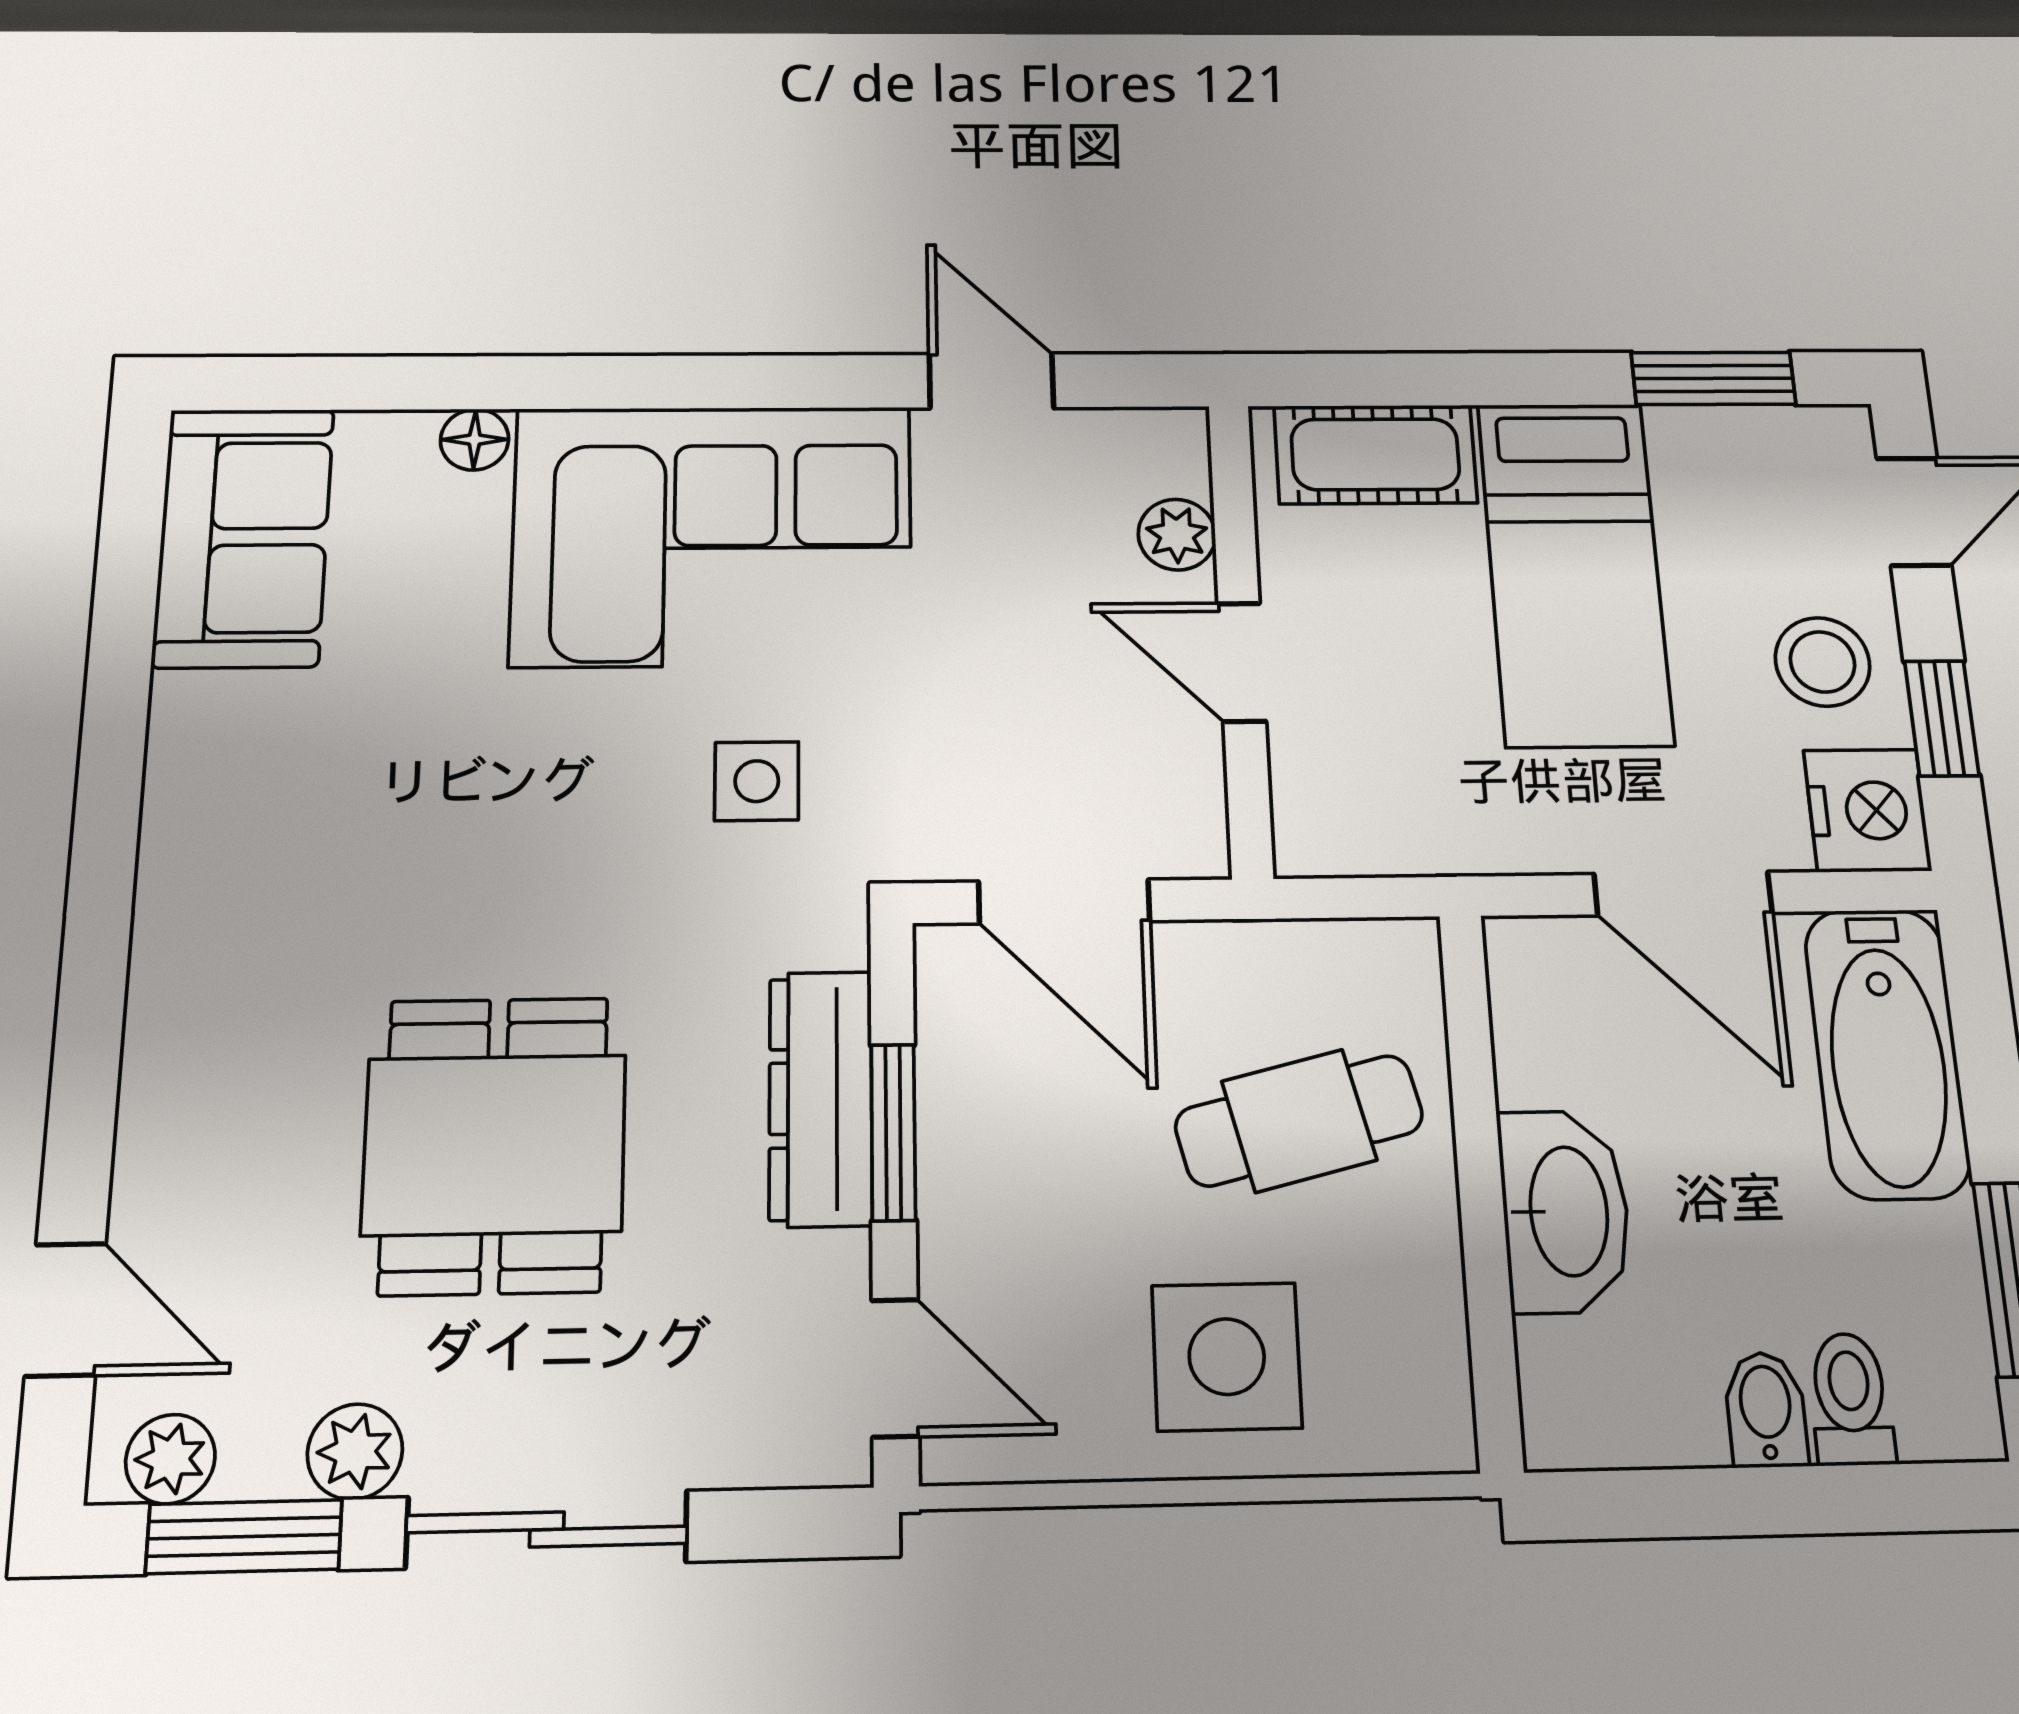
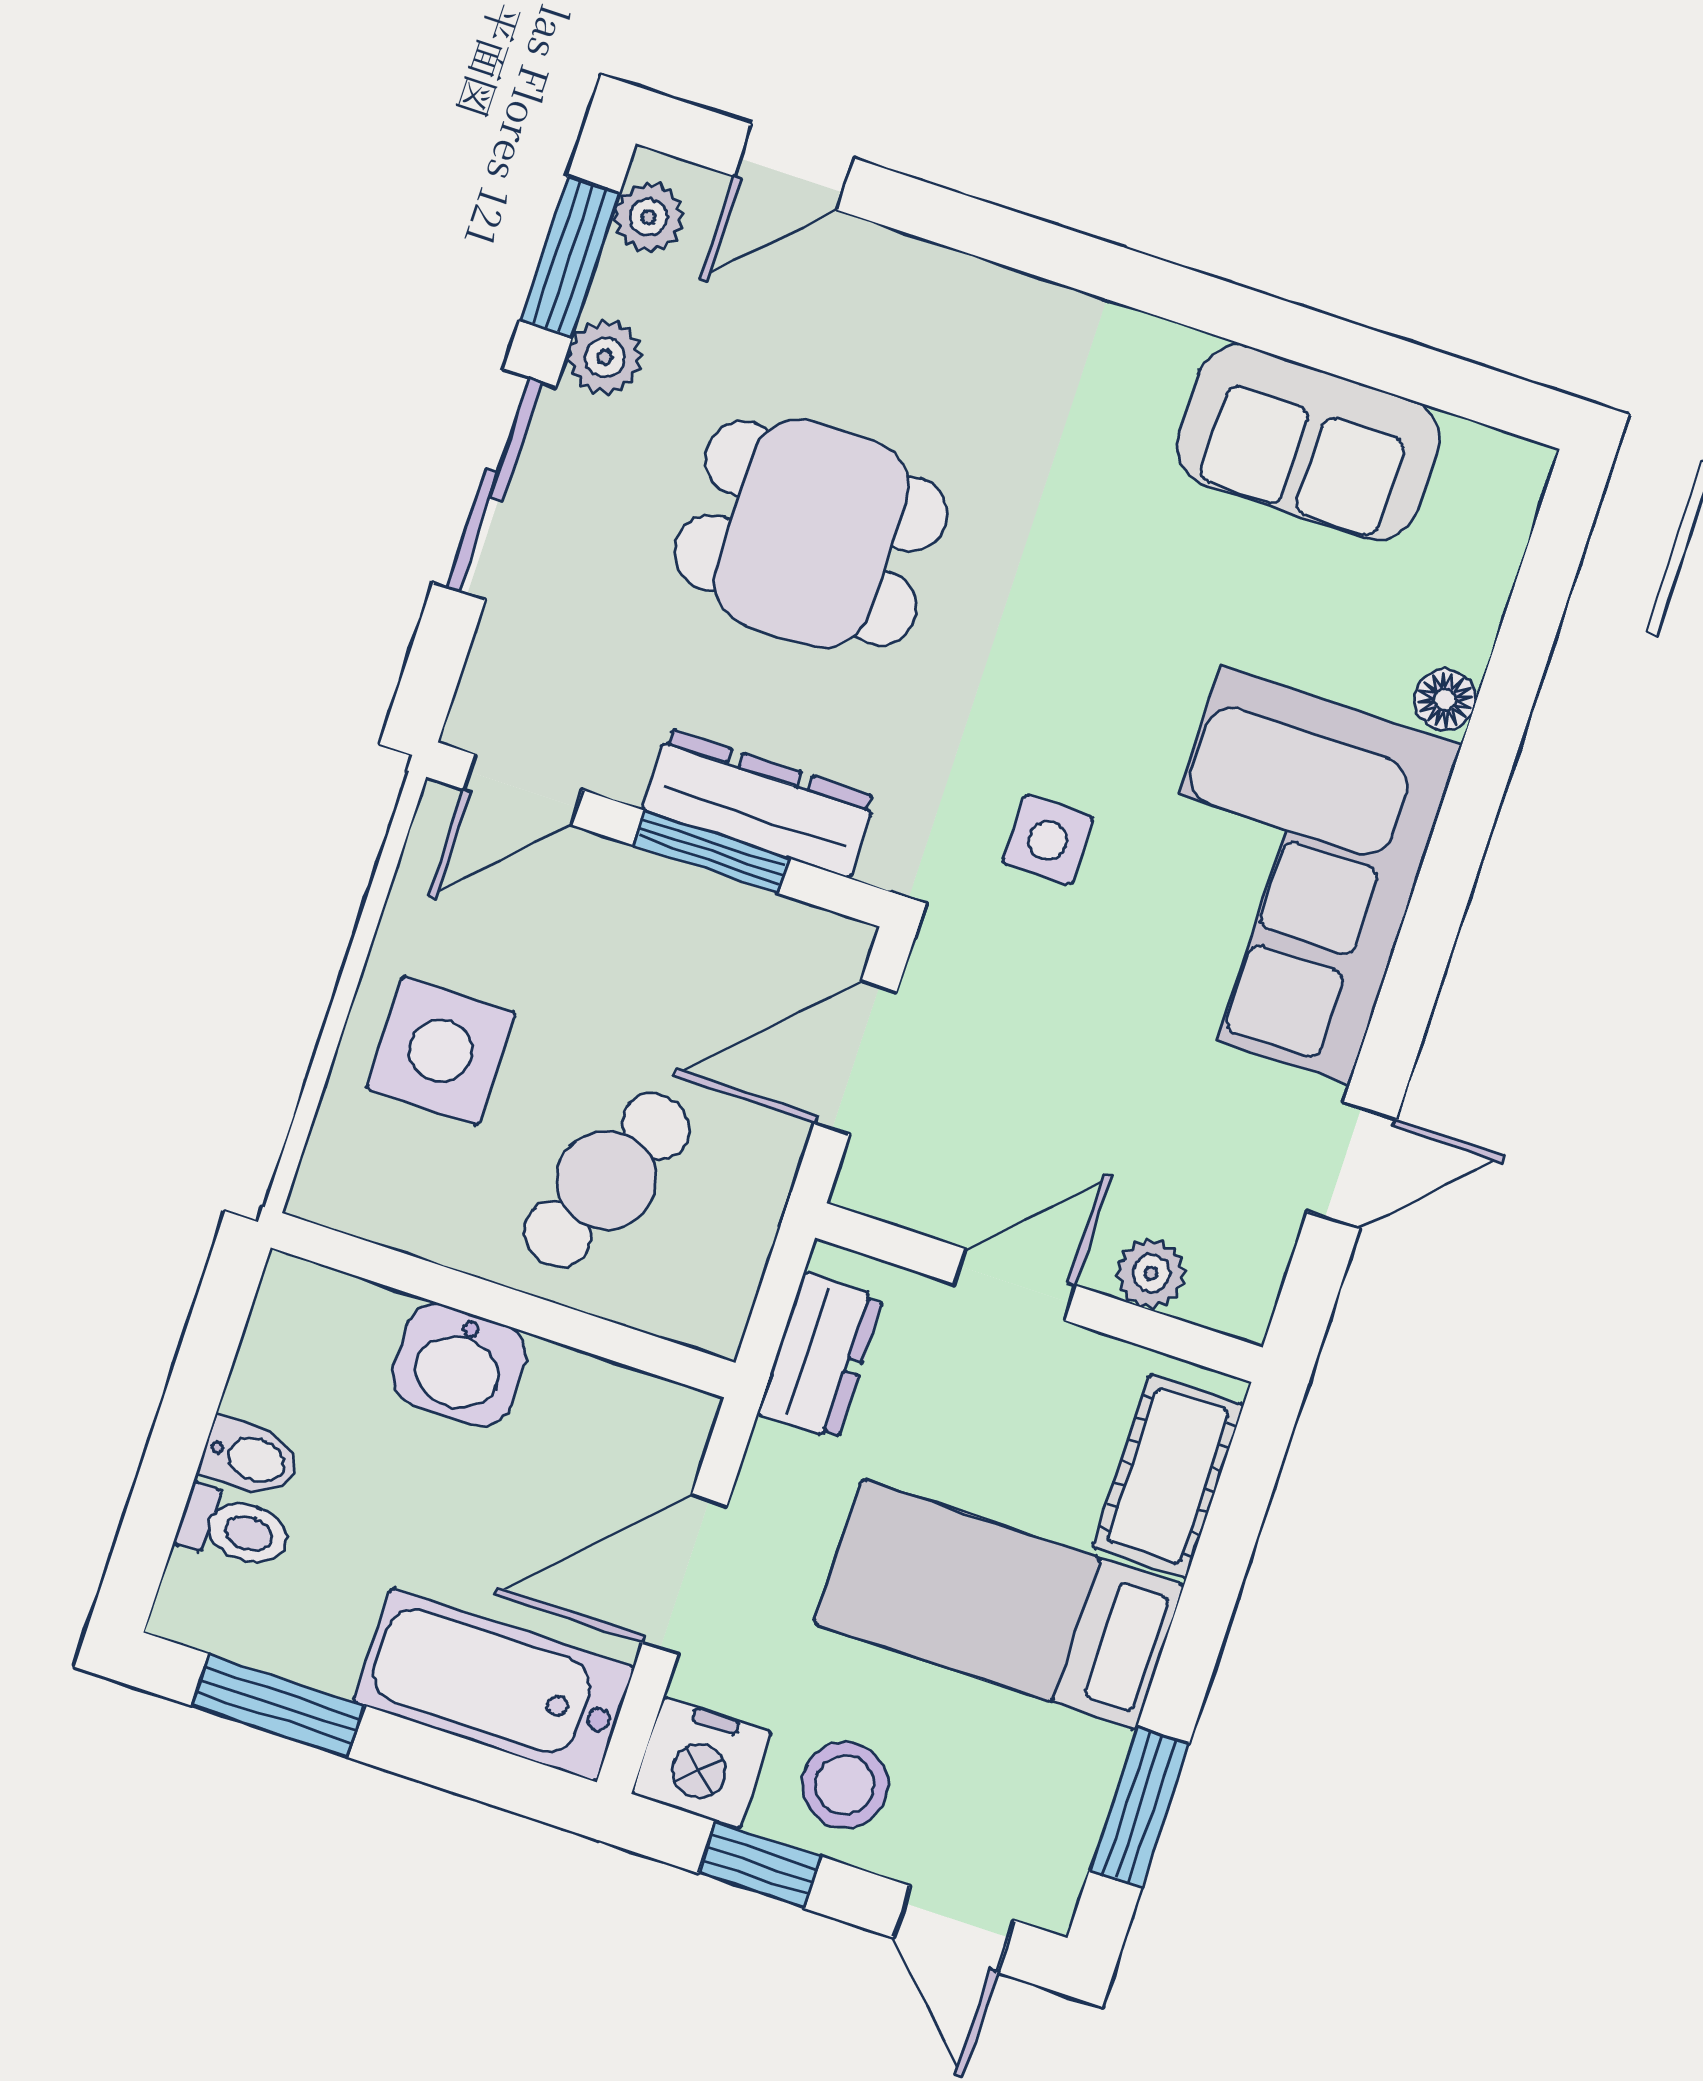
sofa: (244, 537) -> (1308, 442), moved
dresser: (1396, 832) -> (821, 1356), added
cafe table: (1299, 1121) -> (607, 1180), turned 38
washbasin: (1565, 1211) -> (459, 1365), width x0.72

